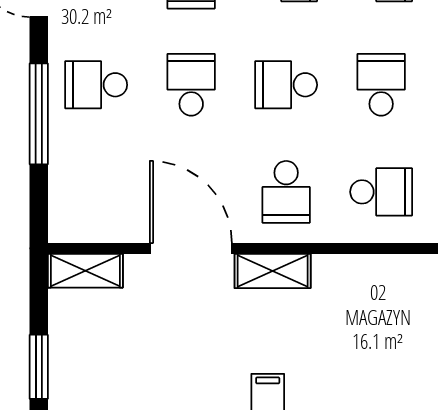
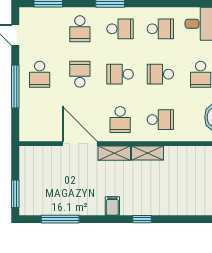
school desk: (96, 85) -> (40, 74), turned -90
school desk: (381, 85) -> (160, 74), turned -90
shelving: (85, 271) -> (148, 153), moved

